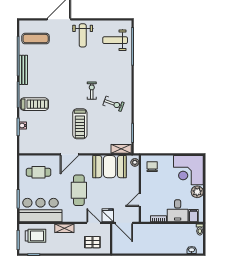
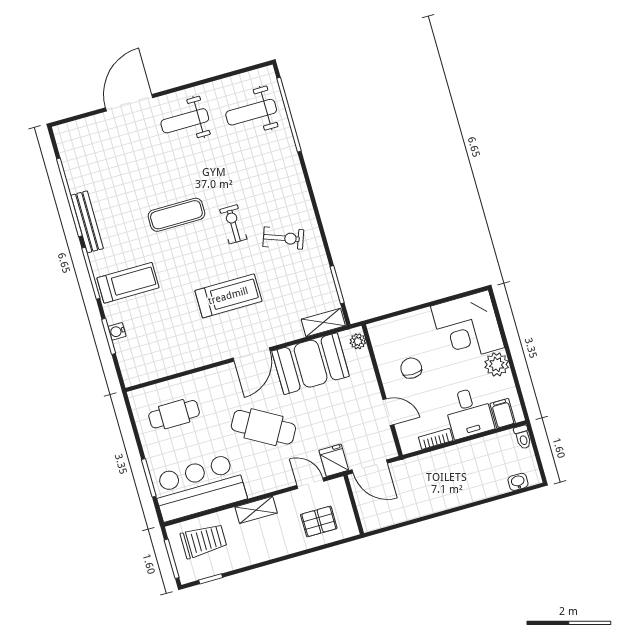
weight bench: (83, 35) -> (185, 121), turned 90
exercise mat: (36, 39) -> (176, 215), moved
treadmill: (80, 124) -> (228, 296), turned -90
door: (69, 154) -> (252, 355), moved
chair: (152, 167) -> (411, 368), moved
cafe table: (79, 190) -> (263, 427), turned -60
door: (140, 200) -> (388, 412), swing flipped

